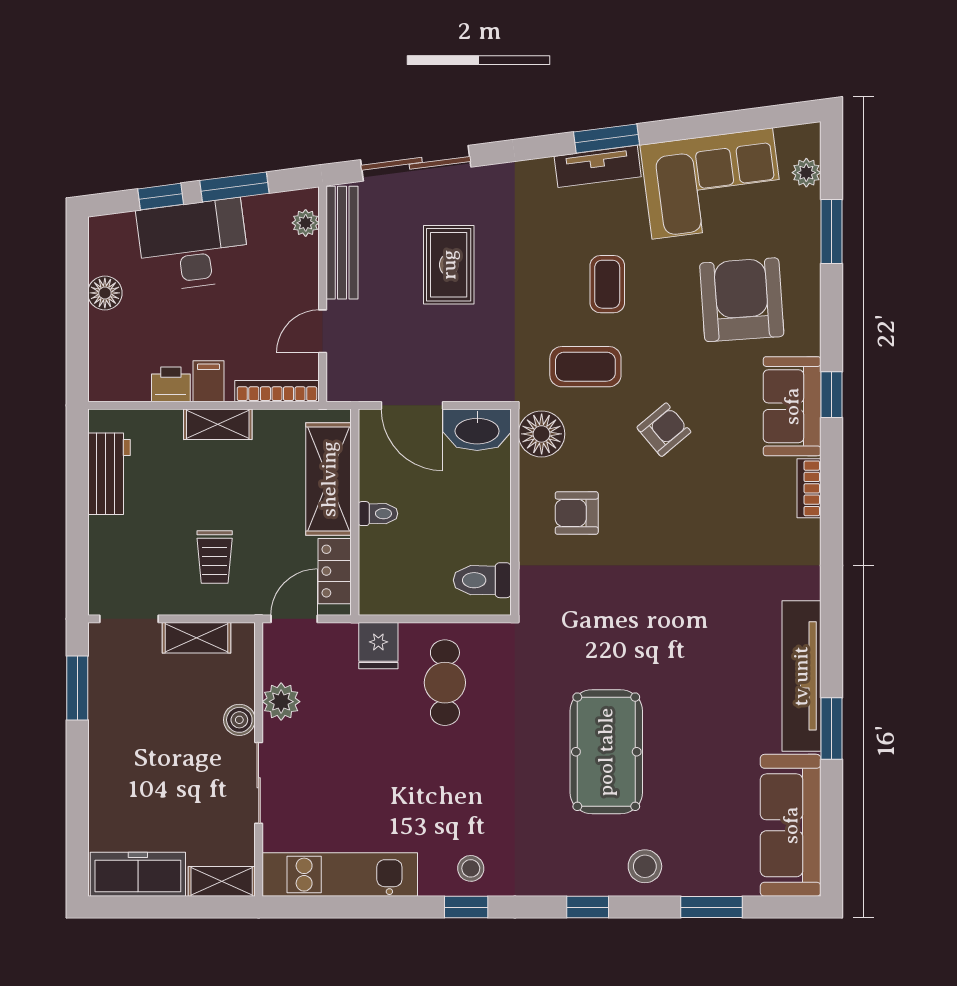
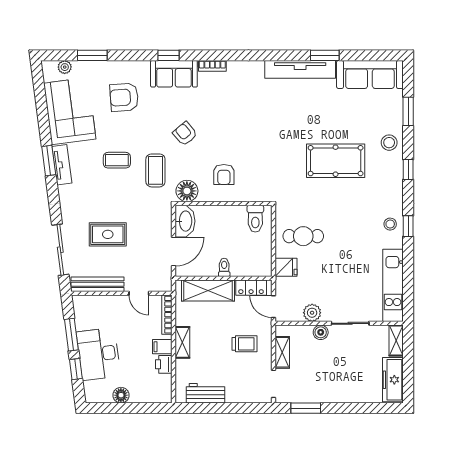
plant: (306, 223) -> (88, 301), removed
armchair: (742, 300) -> (124, 97), width x0.73, depth x0.73

